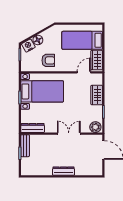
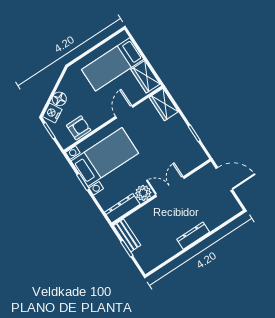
armchair: (48, 60) -> (79, 128), moved
door: (84, 72) -> (124, 112), moved
wardrobe: (97, 95) -> (164, 105), moved
plant: (95, 127) -> (143, 193), moved

